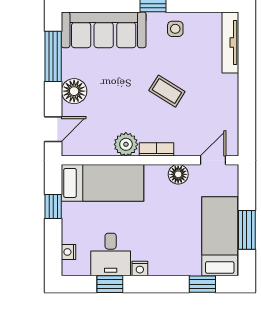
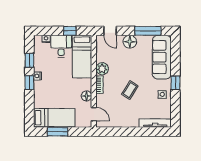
desk: (111, 254) -> (61, 46), moved, turned 90
window: (202, 284) -> (29, 83), moved

